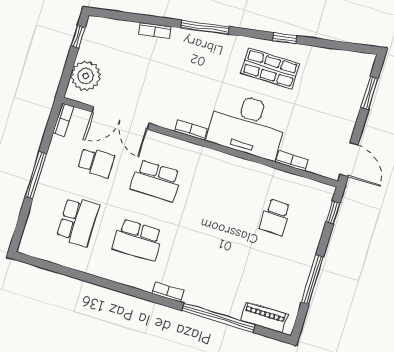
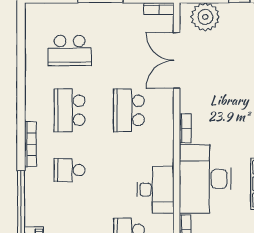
school desk: (96, 162) -> (70, 170), moved, turned 90
desk: (243, 178) -> (155, 190), added
bookcase: (168, 292) -> (30, 144), width x1.56

